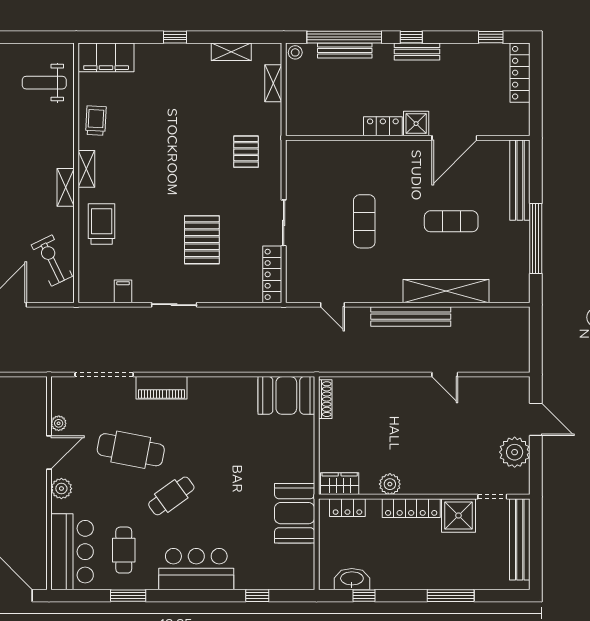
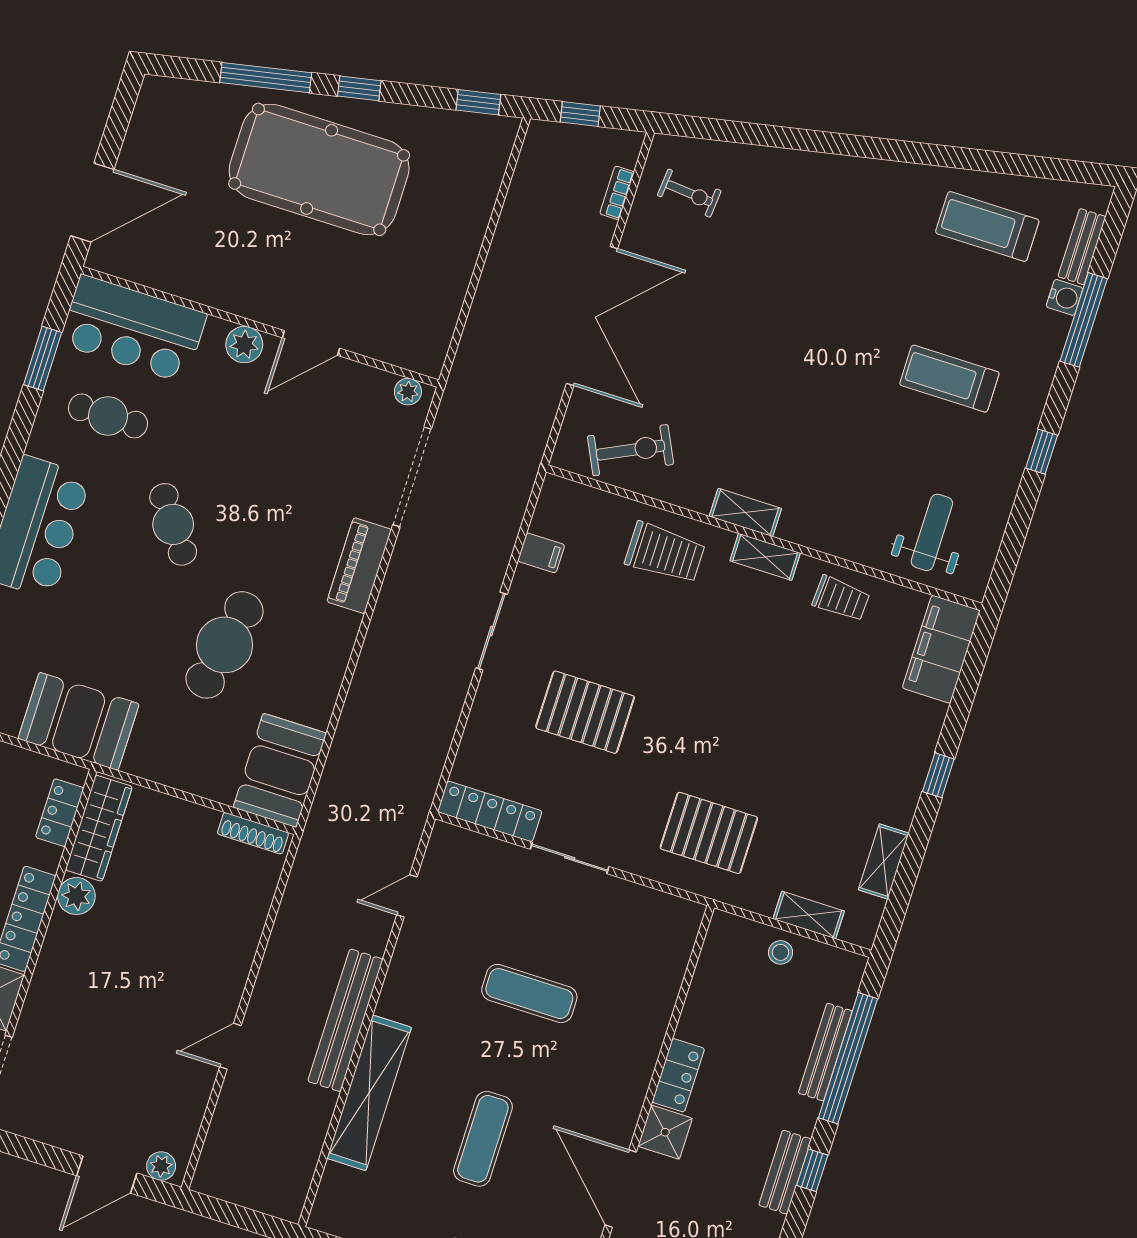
stool: (295, 52) -> (781, 952), moved
pallet: (246, 152) -> (709, 833), width x1.50, depth x1.42
plant: (59, 423) -> (408, 392), moved
cafe table: (131, 450) -> (224, 645), moved
plant: (515, 452) -> (161, 1166), moved, width x0.53, depth x0.53
door: (49, 453) -> (311, 343), hinge flipped
wardrobe: (340, 484) -> (99, 828), width x1.50
window: (128, 596) -> (43, 358), moved

